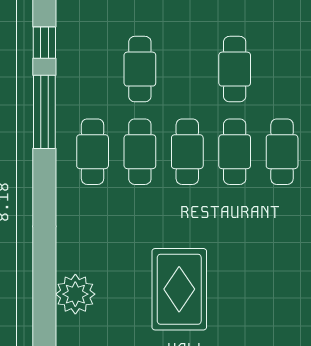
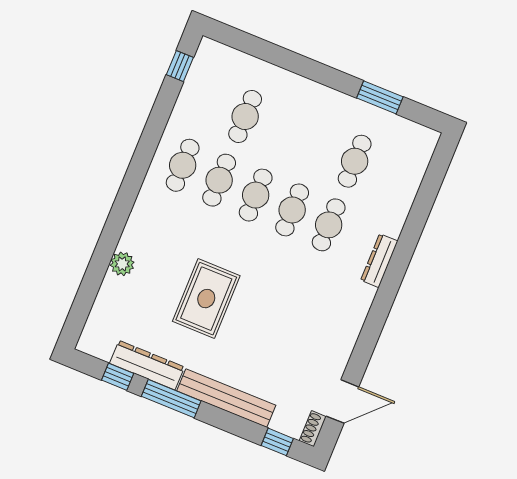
cafe table: (235, 69) -> (355, 161), moved
window: (44, 112) -> (158, 119), removed
plant: (75, 294) -> (122, 264), width x0.73, depth x0.73

